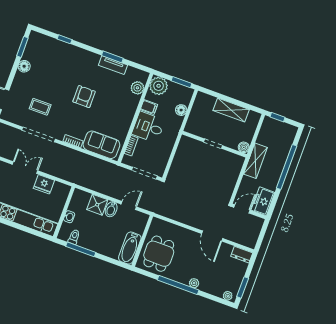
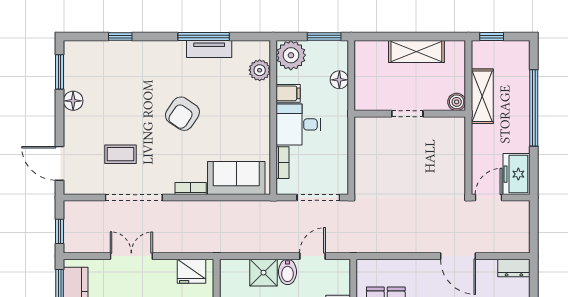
window: (112, 57) -> (204, 37), width x1.44
armchair: (84, 97) -> (182, 114), turned -146
shelving: (255, 161) -> (482, 96), moved
fridge: (44, 184) -> (191, 271), moved

